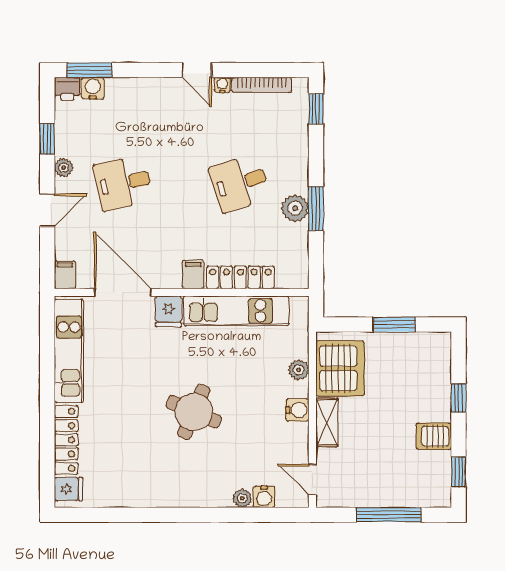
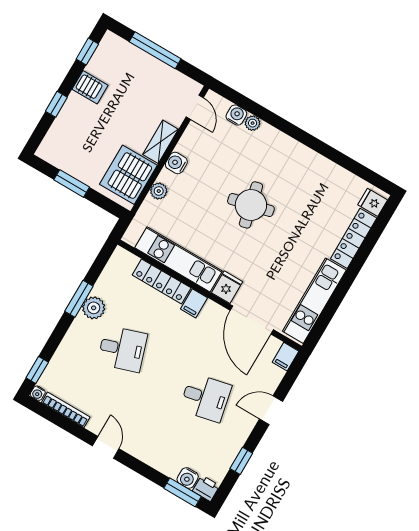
water cooler: (222, 85) -> (38, 393), moved
plant: (64, 168) -> (242, 434), removed
round table: (194, 412) -> (251, 205), turned -36

